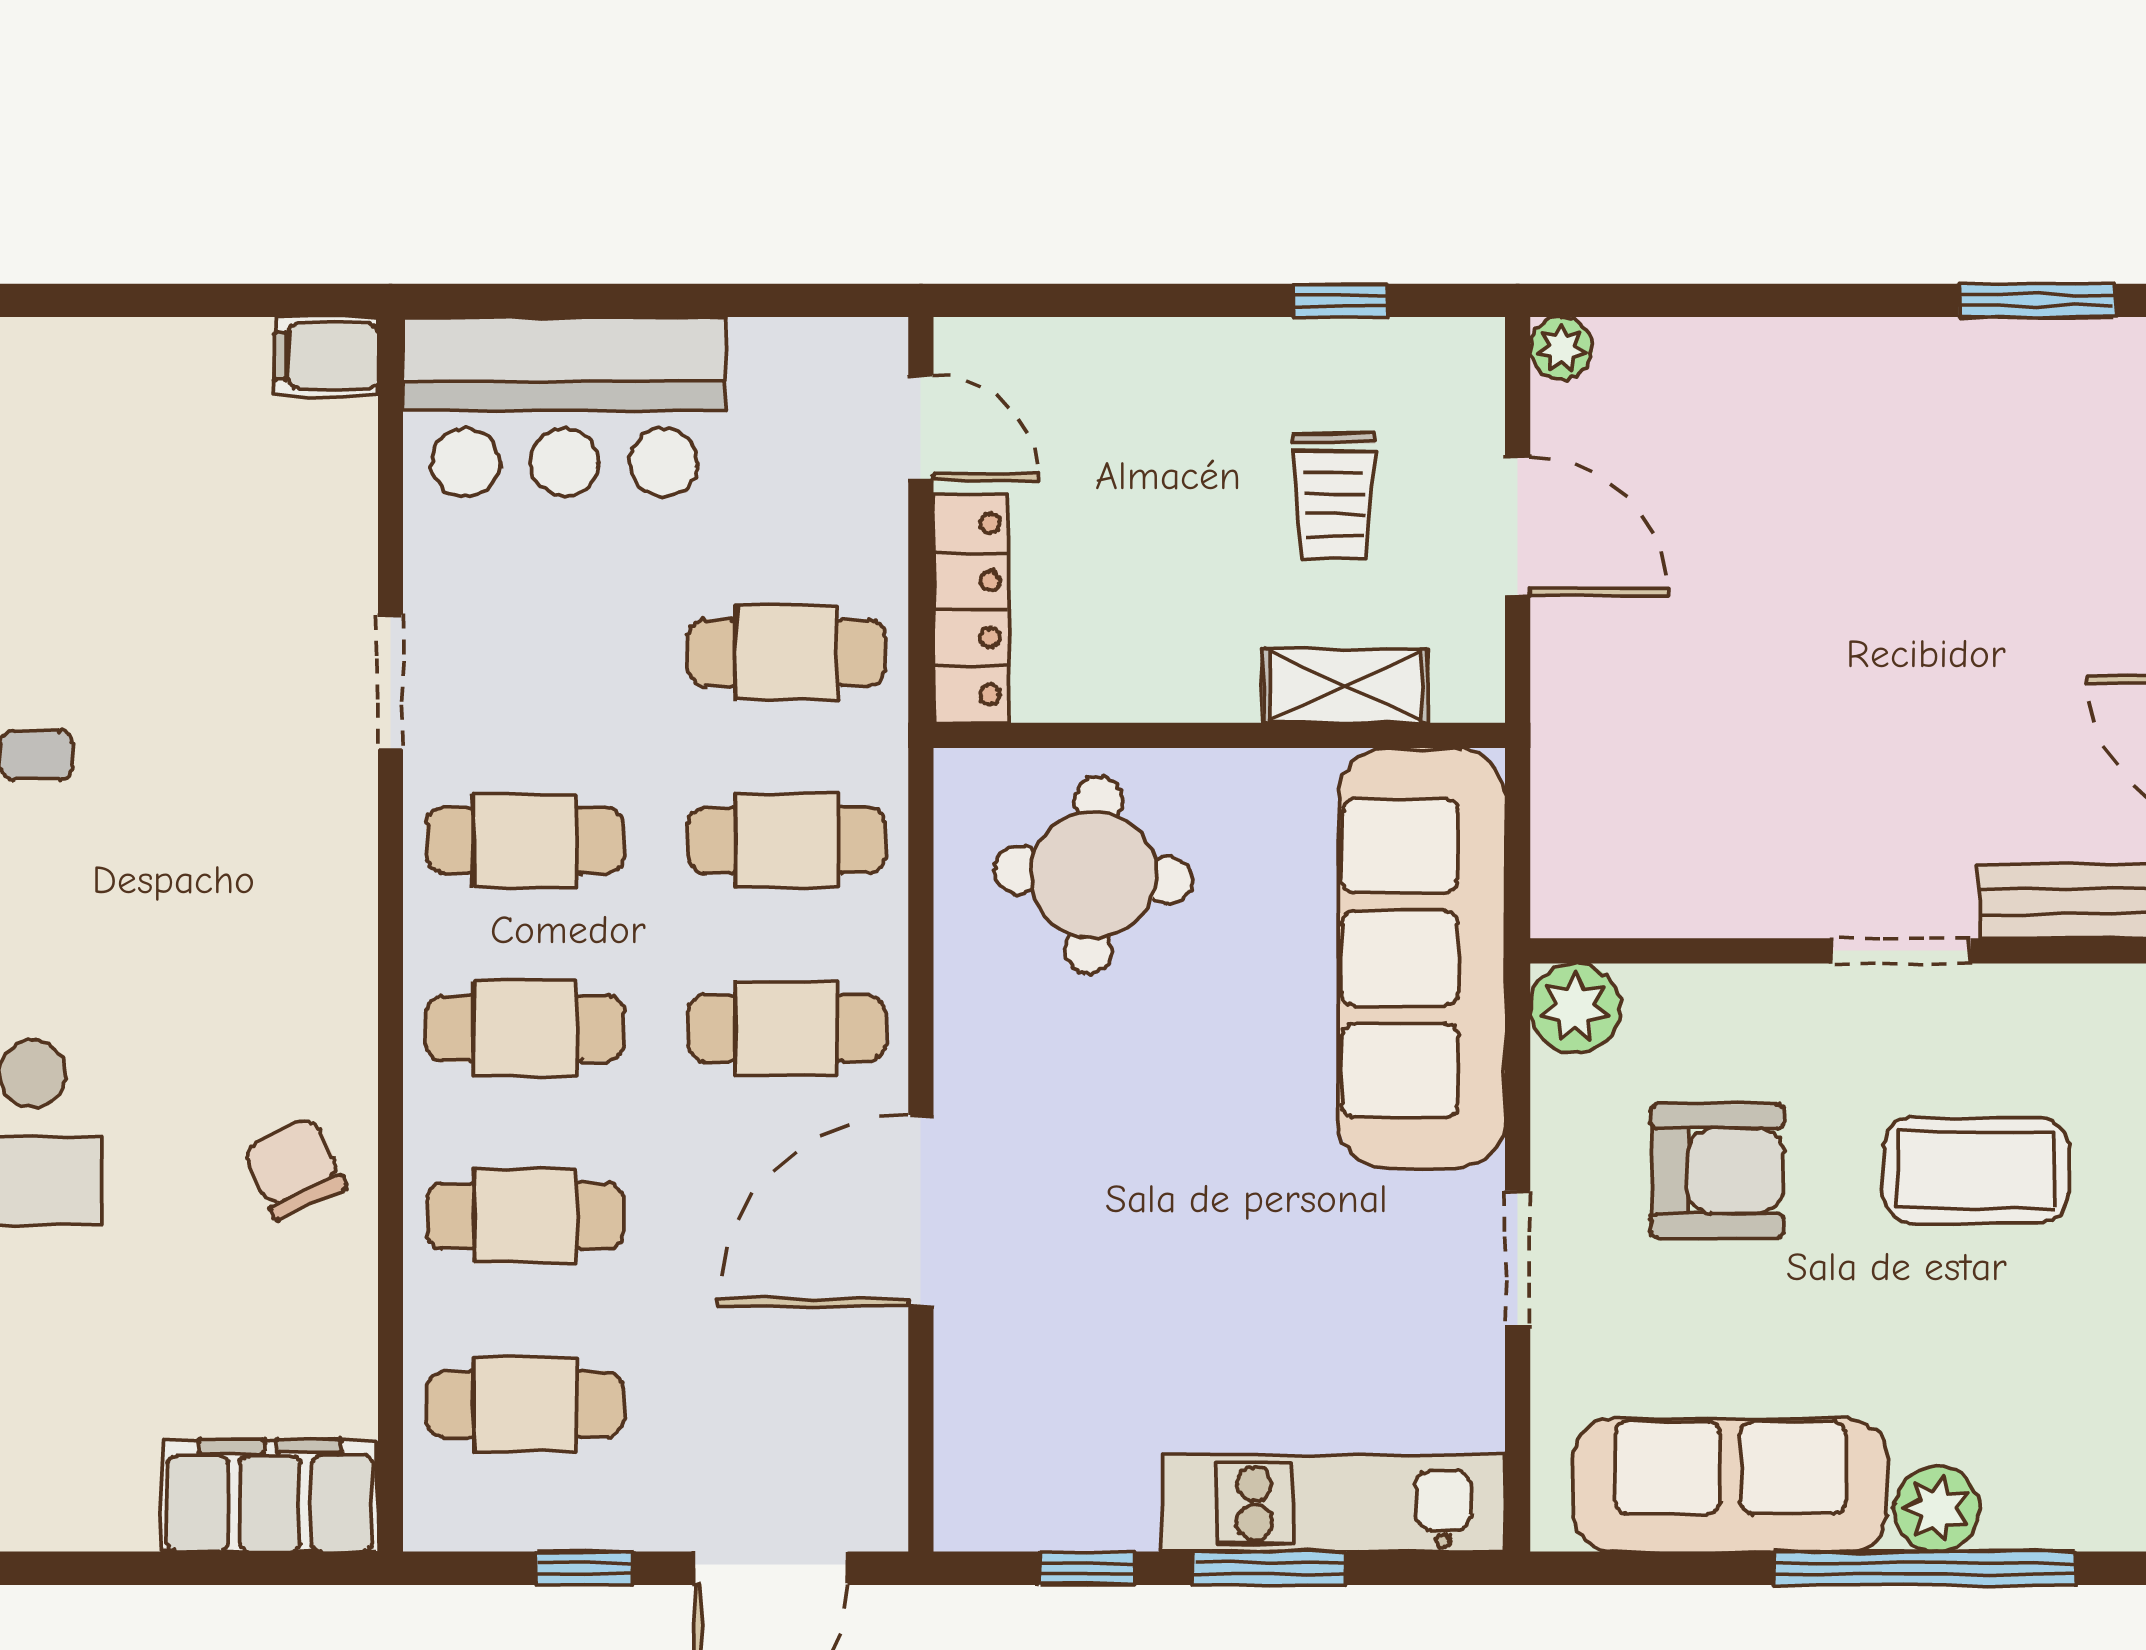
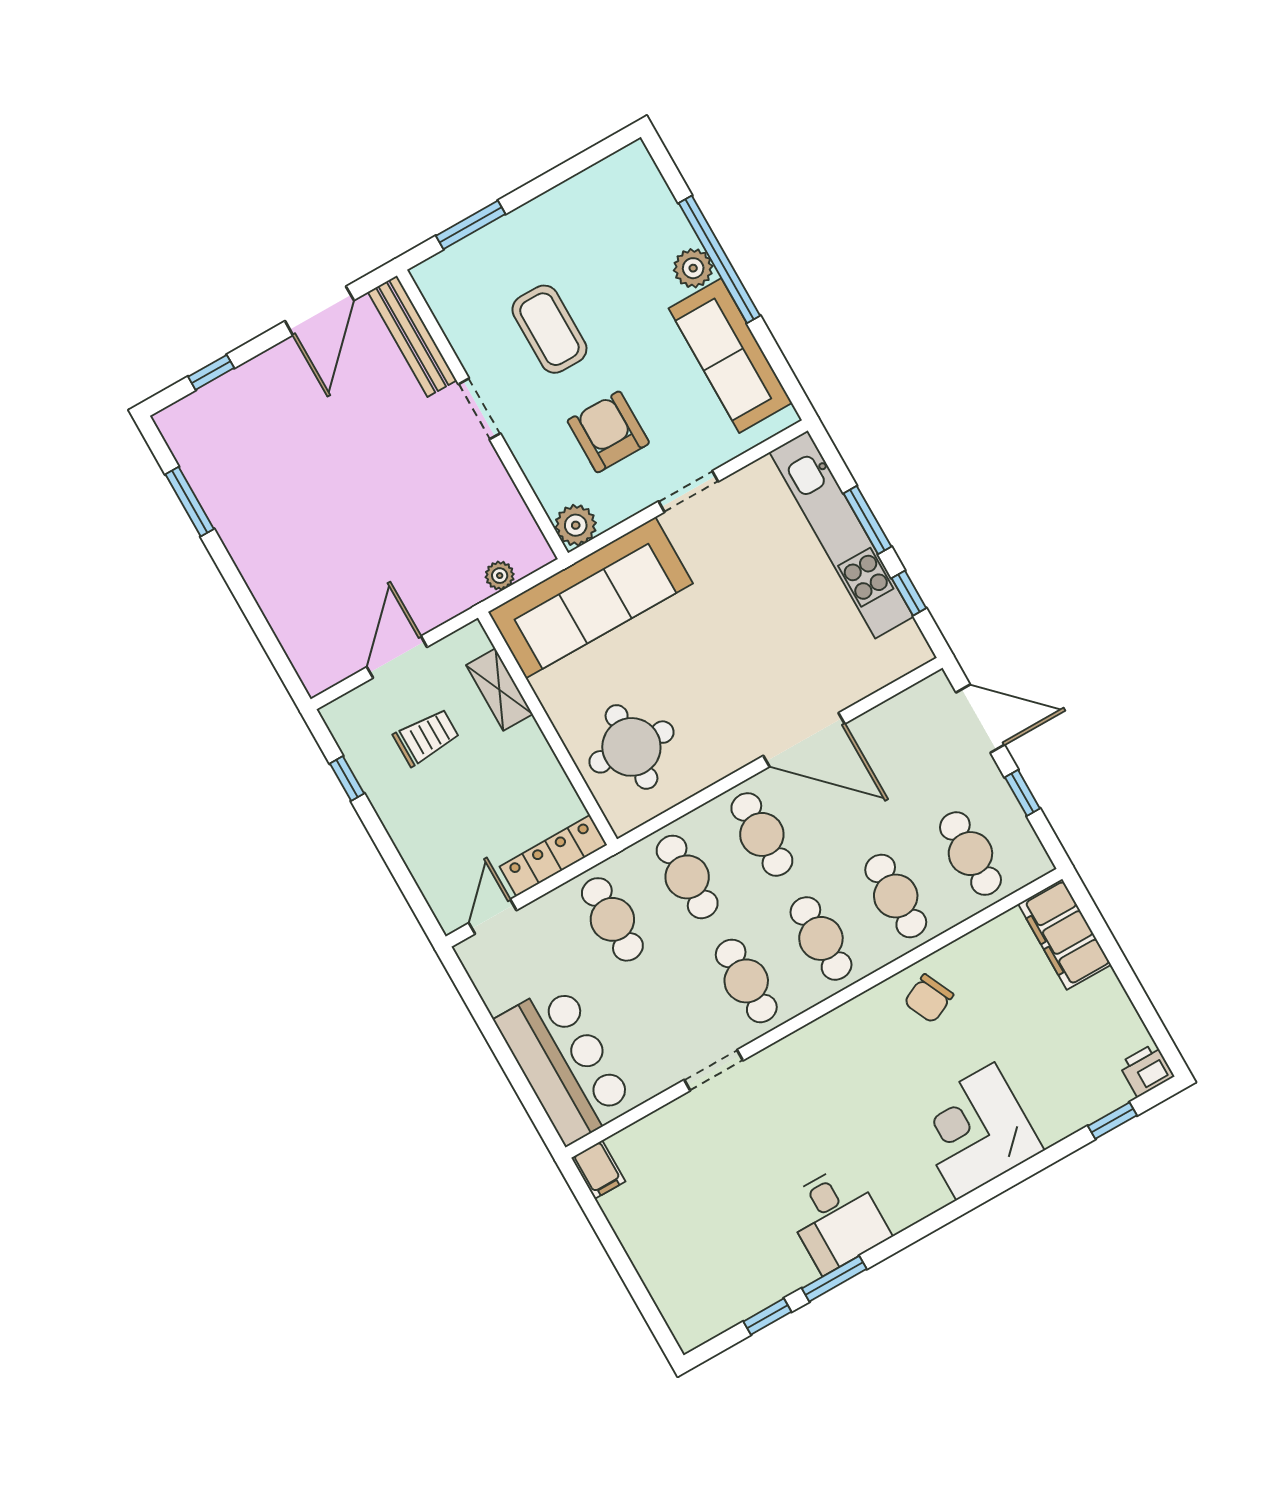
plant: (1561, 348) -> (500, 576), moved
kitchen unit: (1333, 1503) -> (841, 534), width x1.36

